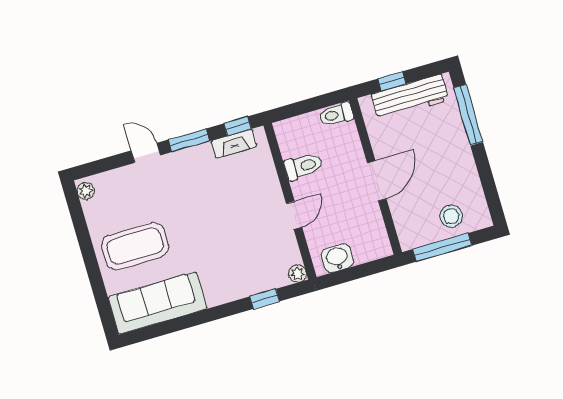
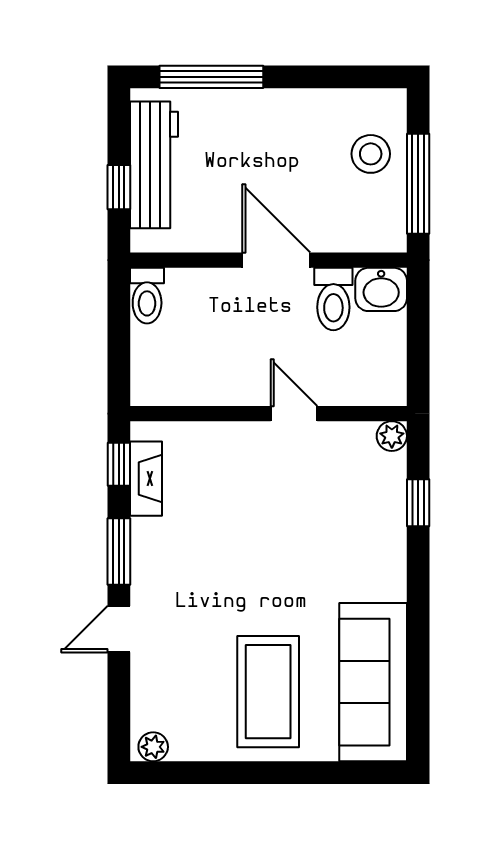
toilet: (303, 166) -> (333, 299), moved, turned 180
washbasin: (337, 258) -> (381, 289), moved, turned -90

